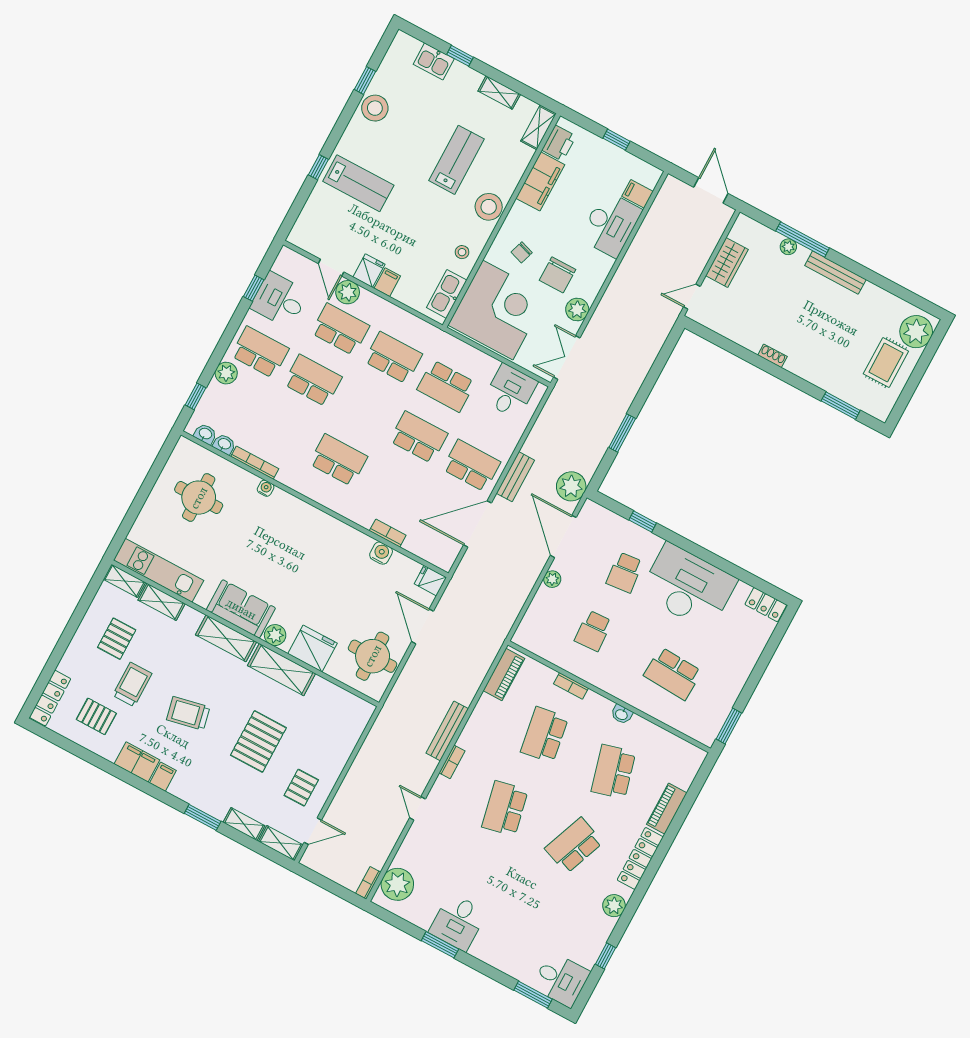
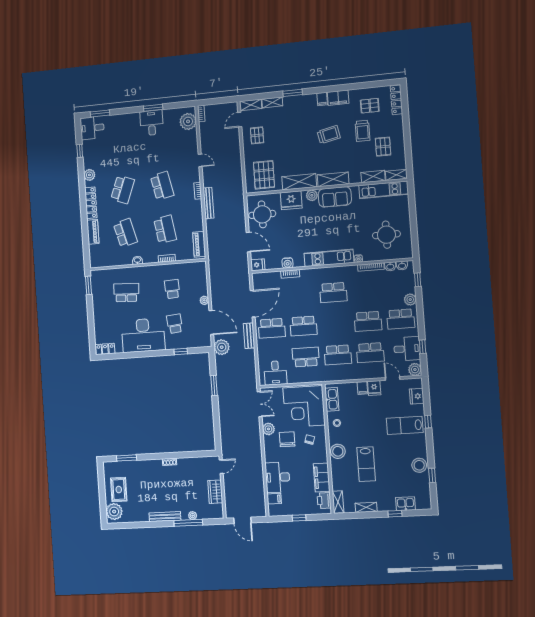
fridge: (311, 217) -> (417, 396), added
plant: (348, 292) -> (415, 369), moved
kitchen unit: (311, 519) -> (329, 258), added
pallet: (258, 741) -> (264, 175), moved

